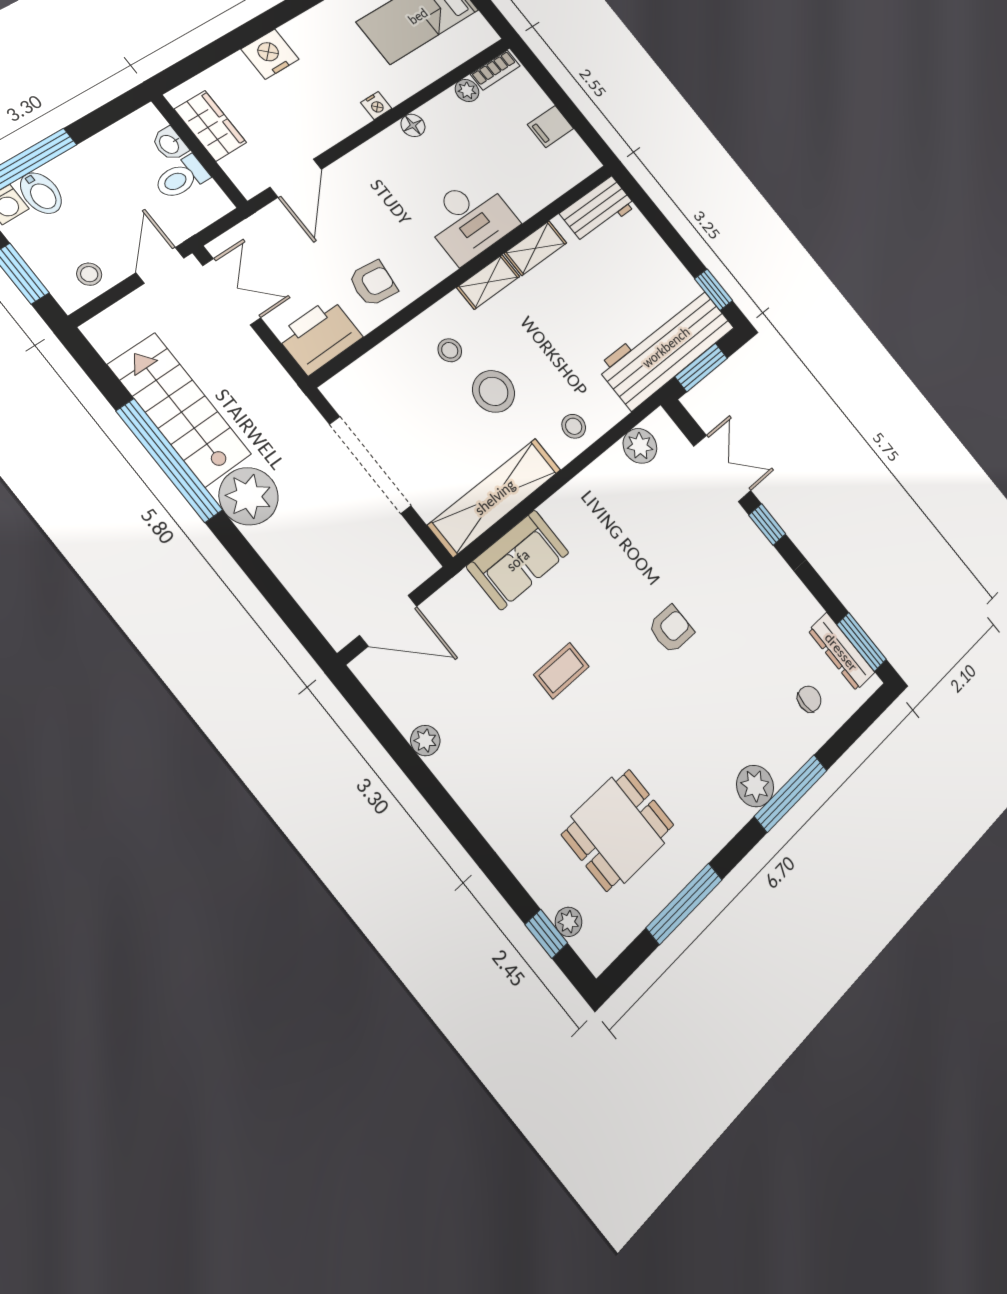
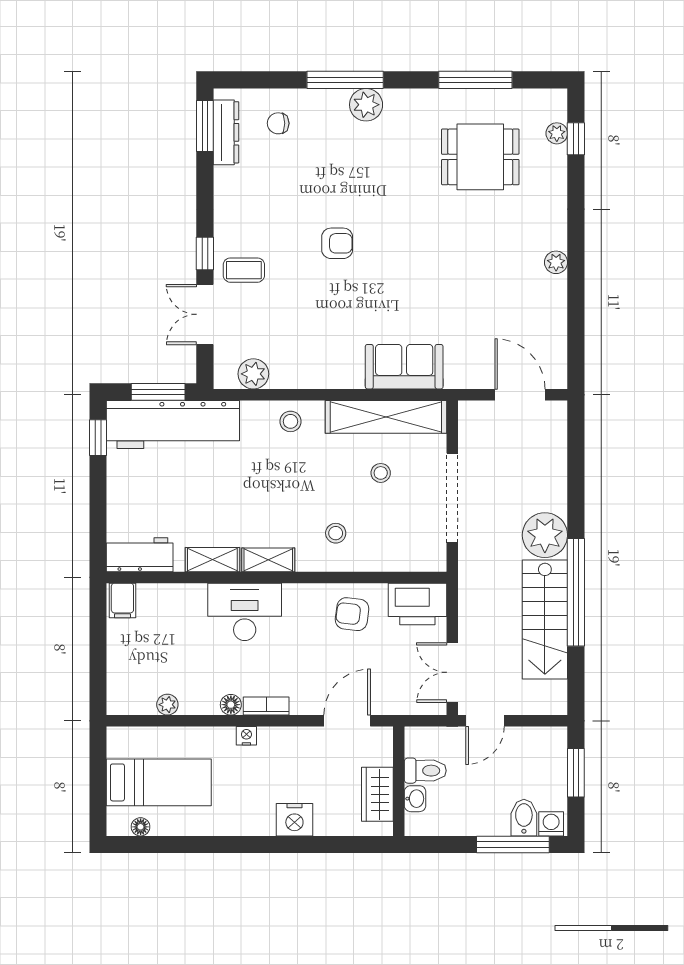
bookcase: (495, 70) -> (266, 706), moved
filing cabinet: (551, 127) -> (122, 600), moved, turned 90
stool: (89, 274) -> (534, 745), removed
stool: (494, 391) -> (381, 473), moved, width x0.53, depth x0.53
armchair: (671, 629) -> (337, 243), turned 180
coffee table: (561, 671) -> (244, 270), moved
plant: (425, 741) -> (556, 262), moved

